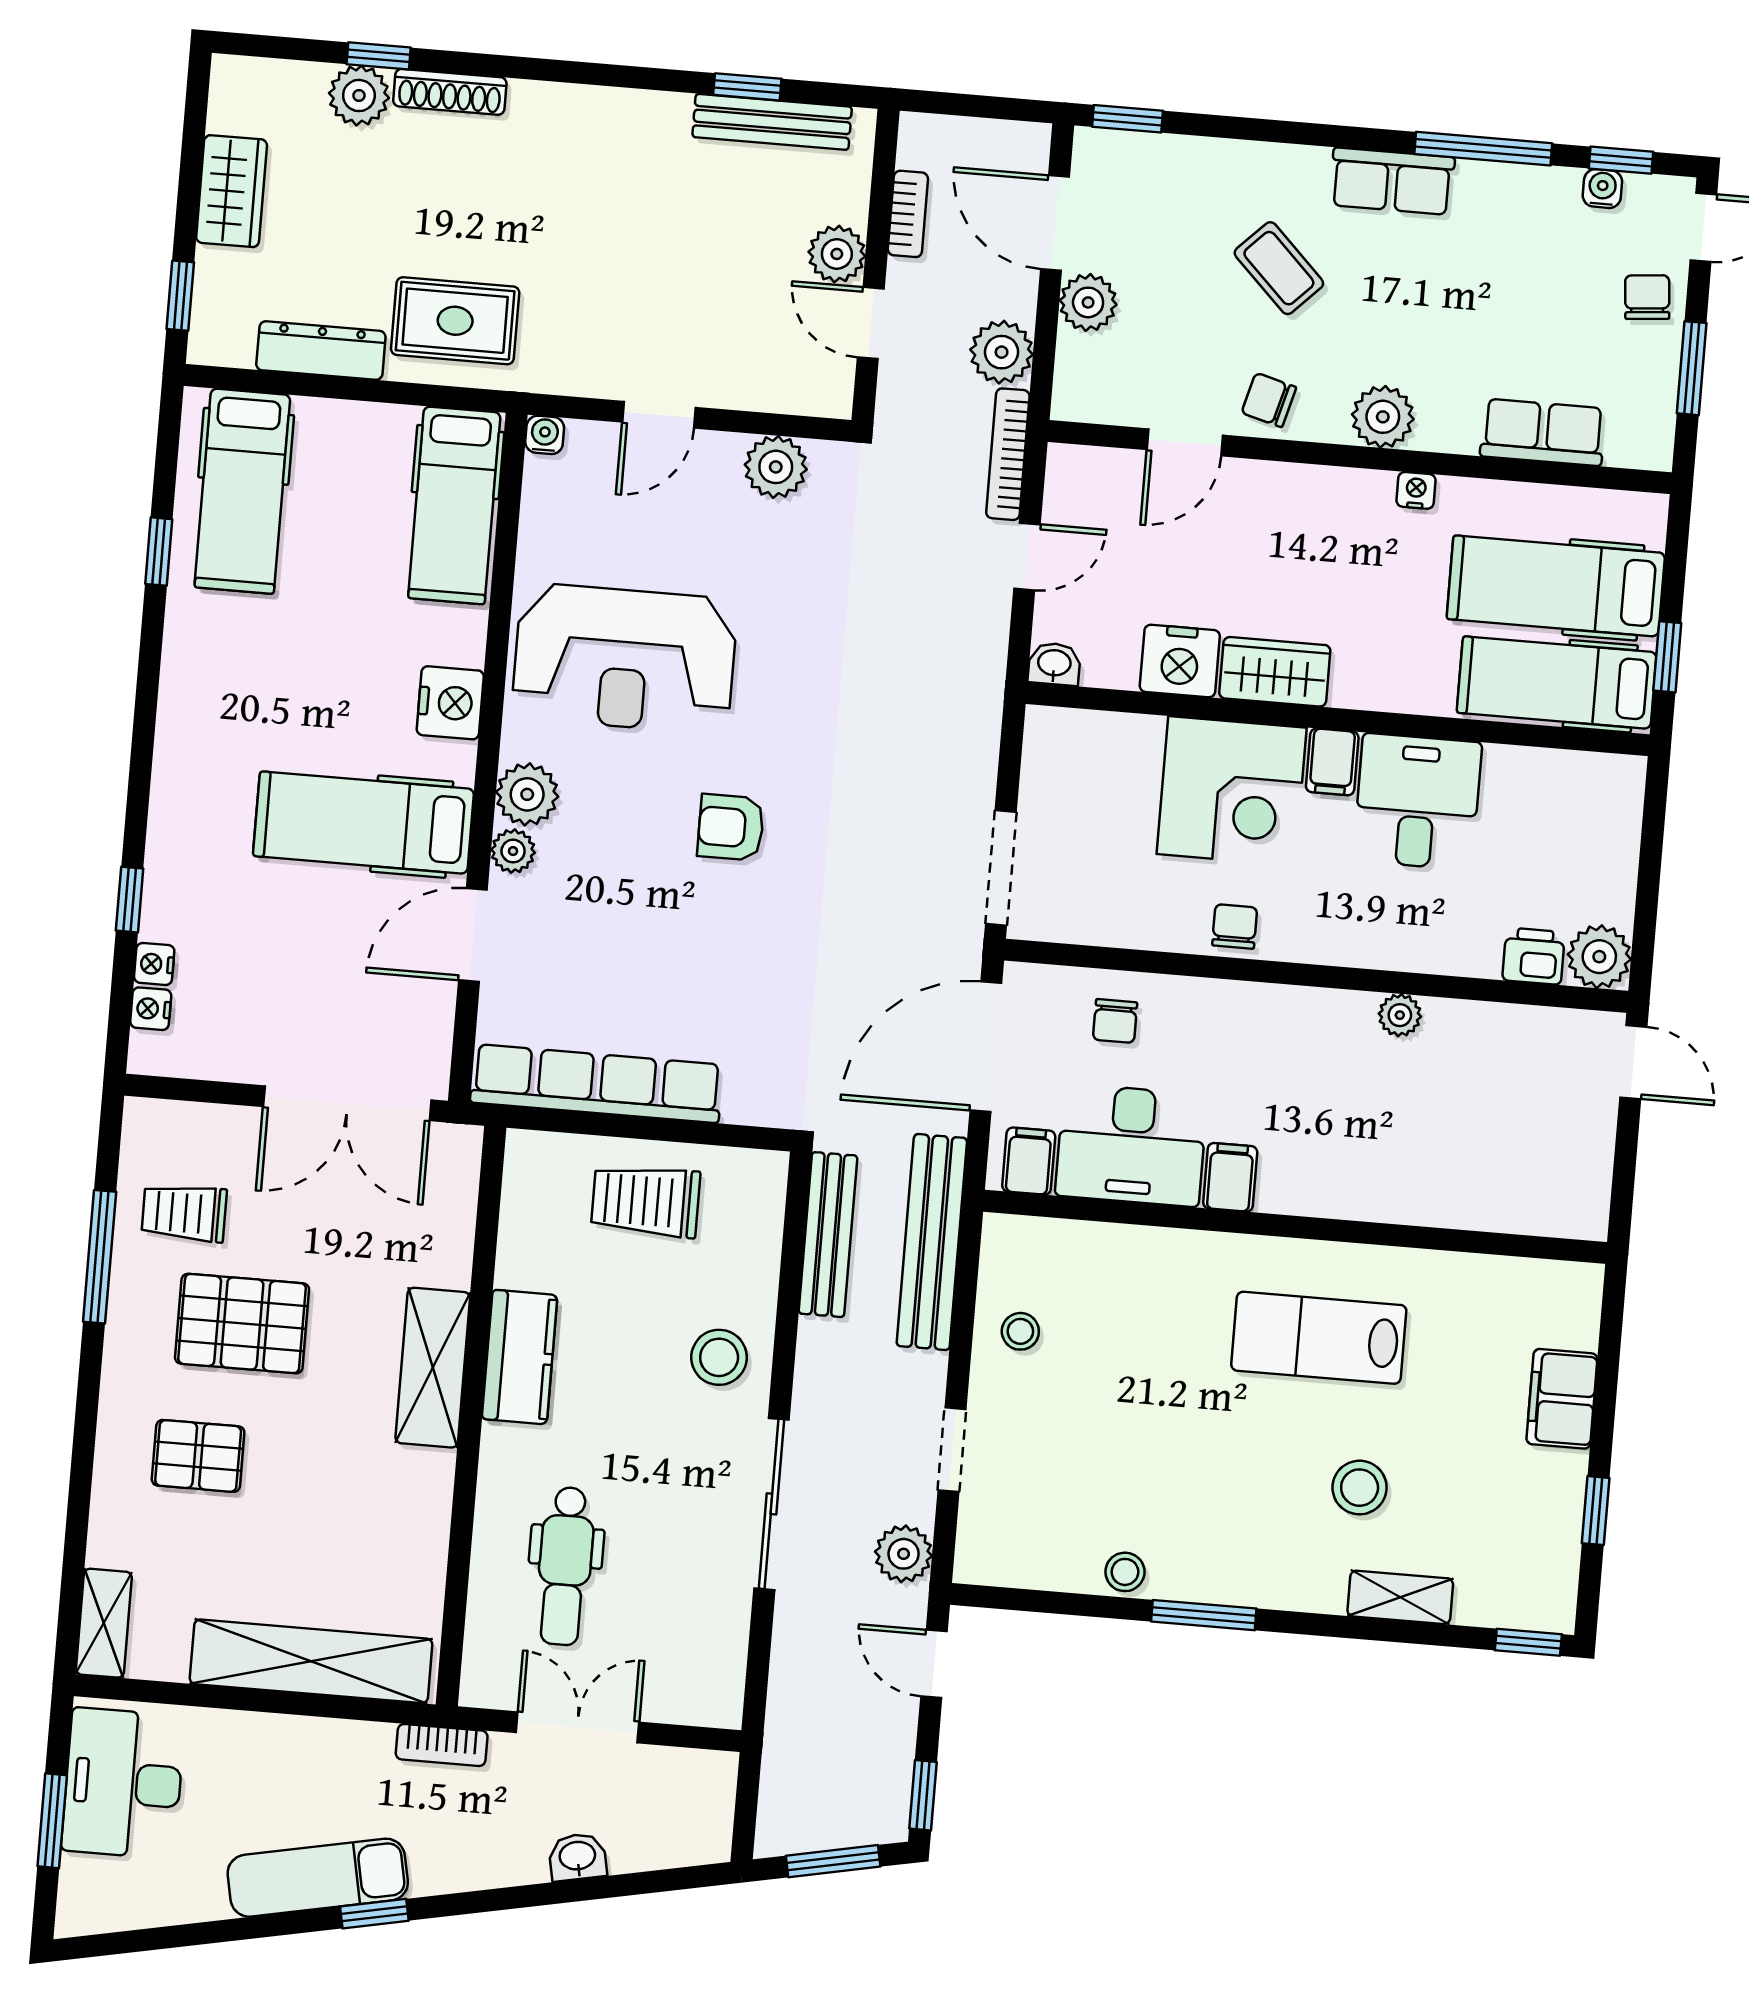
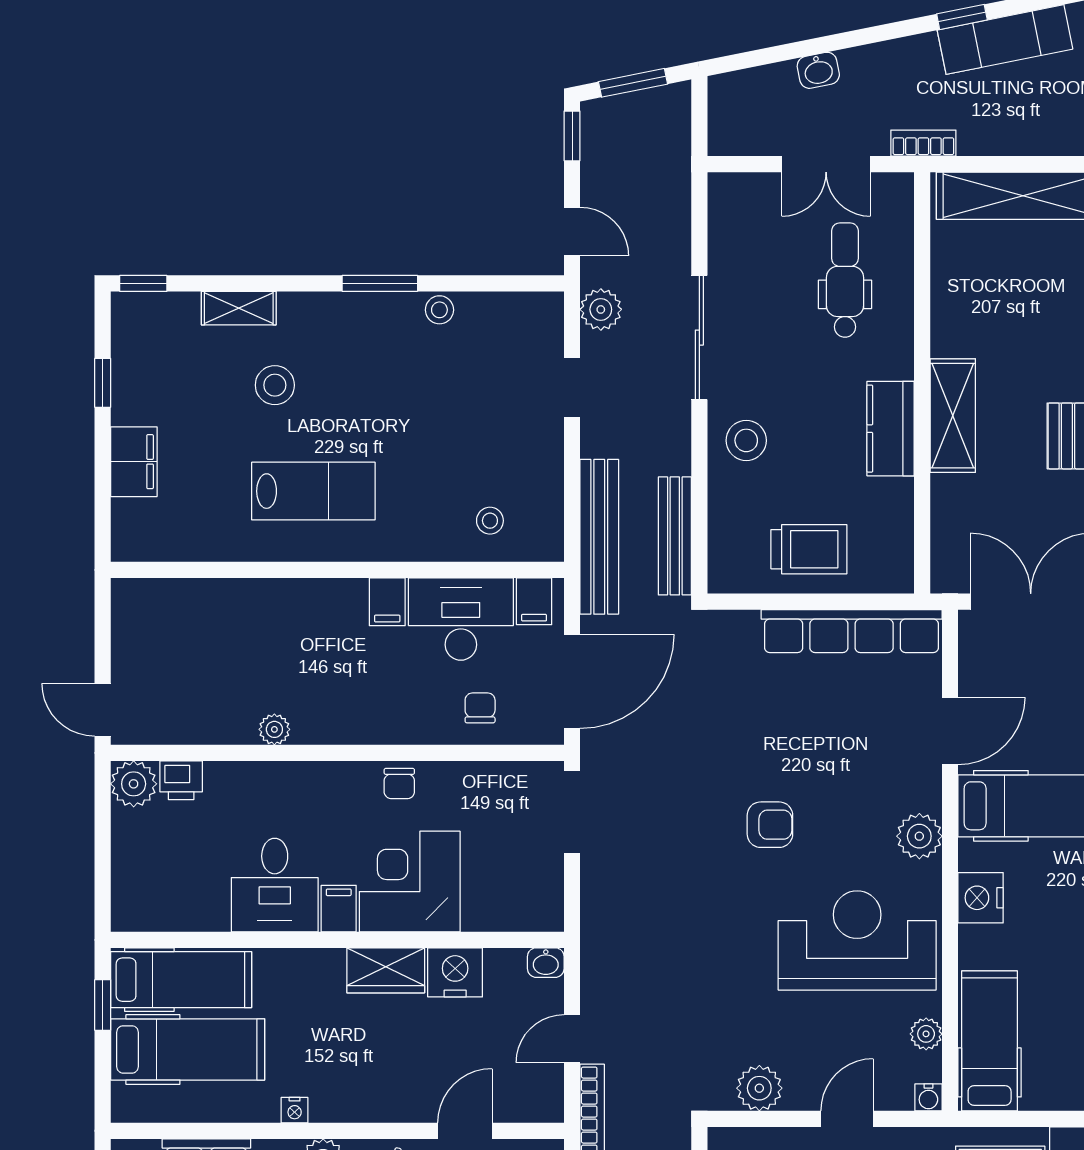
plant: (513, 851) -> (926, 1034), moved
stool: (1020, 1331) -> (490, 521), moved

